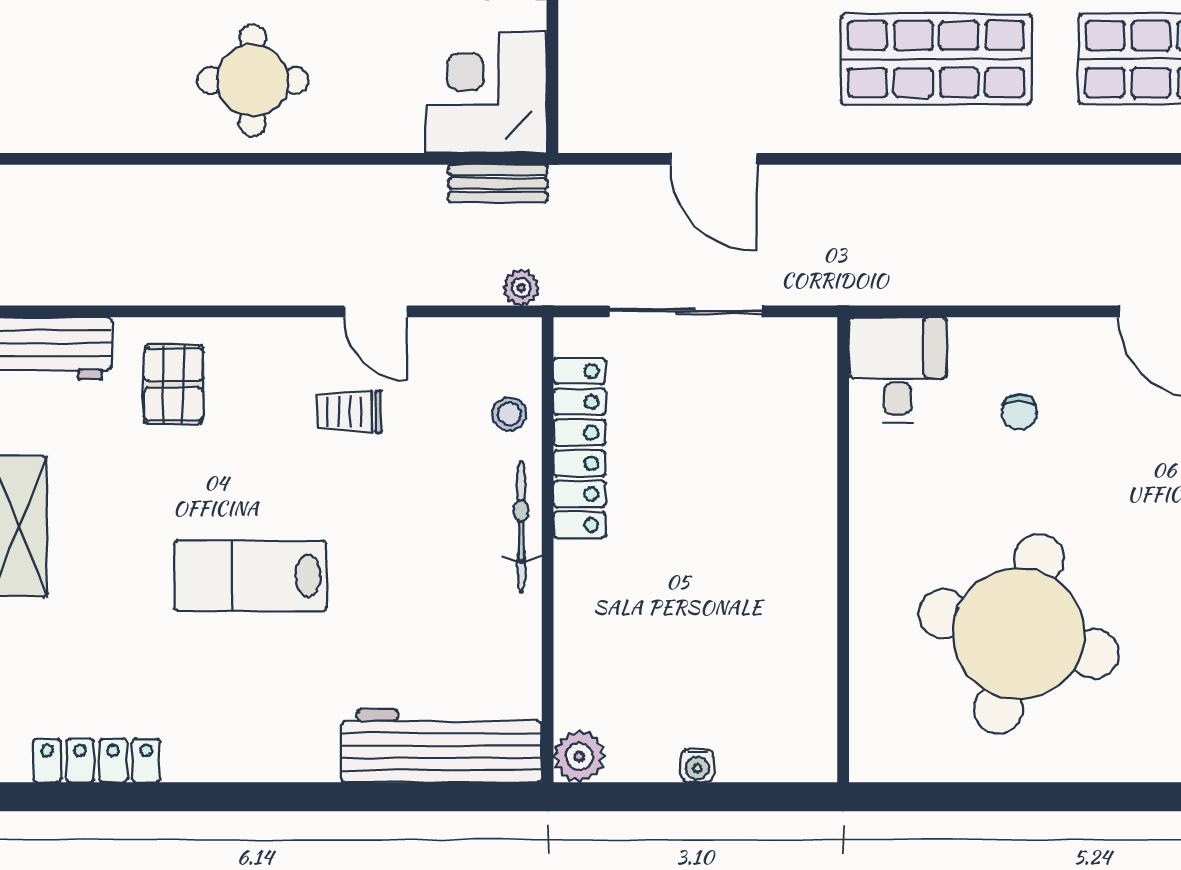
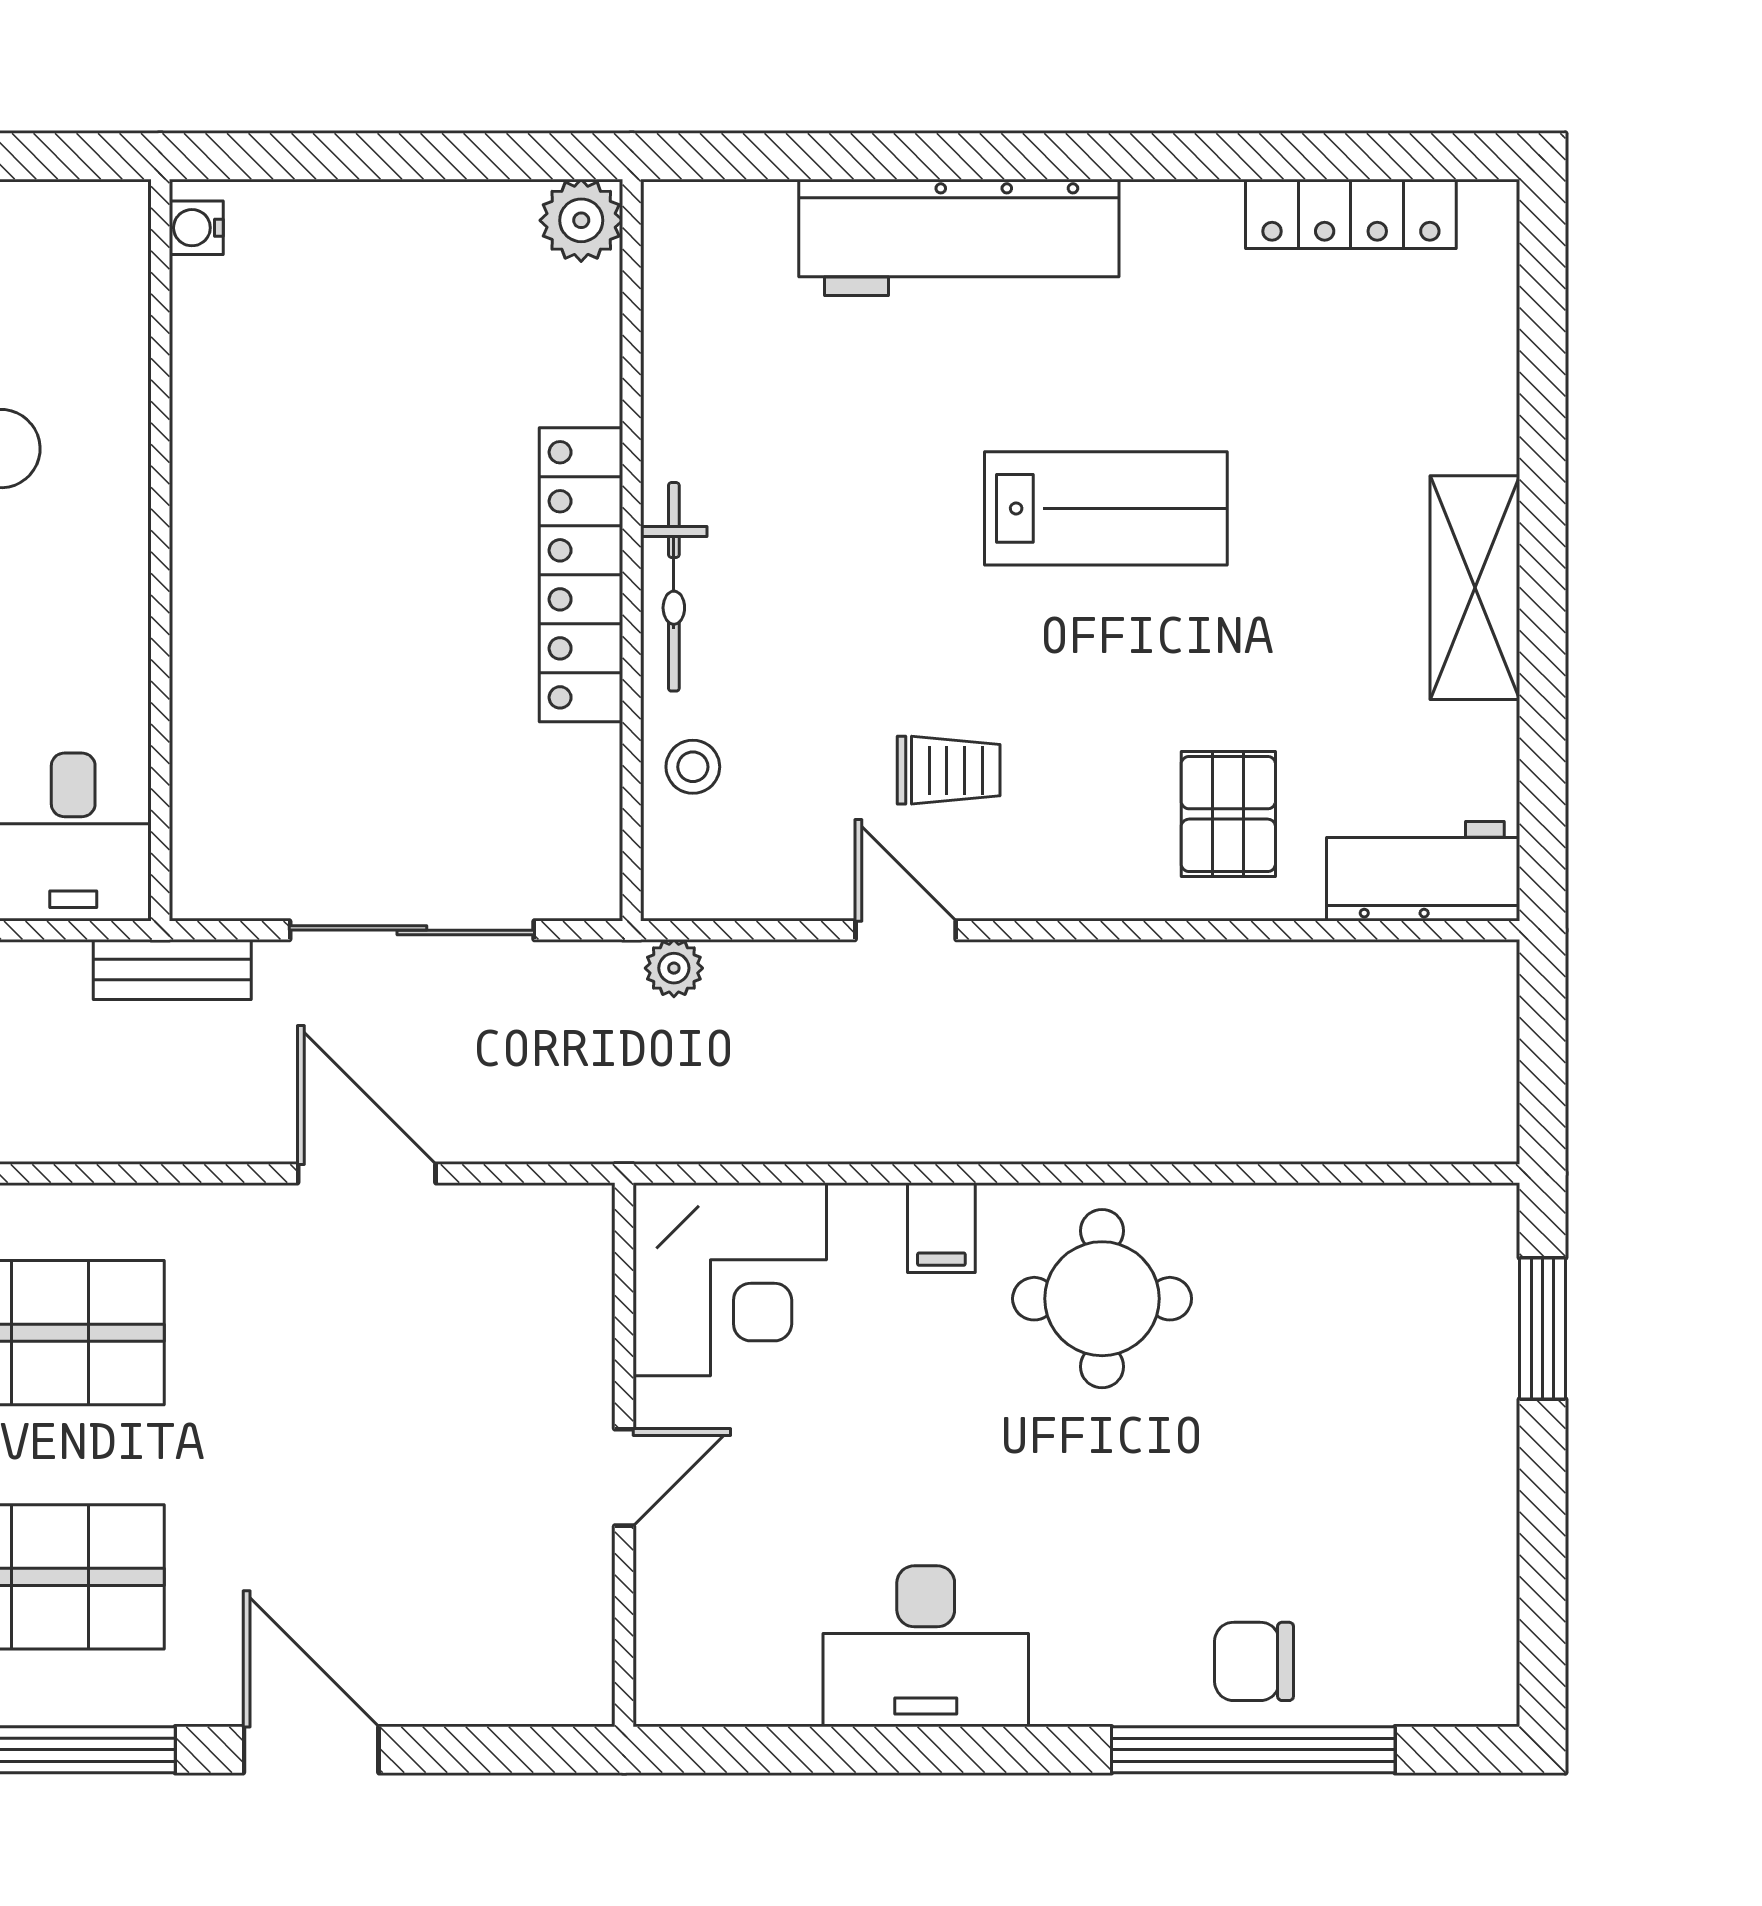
filing cabinet: (353, 125) -> (941, 1228), added
bench: (498, 184) -> (172, 969), moved
locker: (579, 448) -> (581, 575), moved
workbench: (442, 746) -> (959, 237), moved
water cooler: (697, 766) -> (196, 228), moved, turned -90

